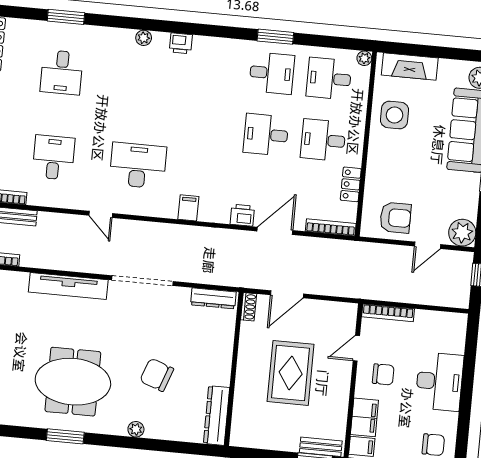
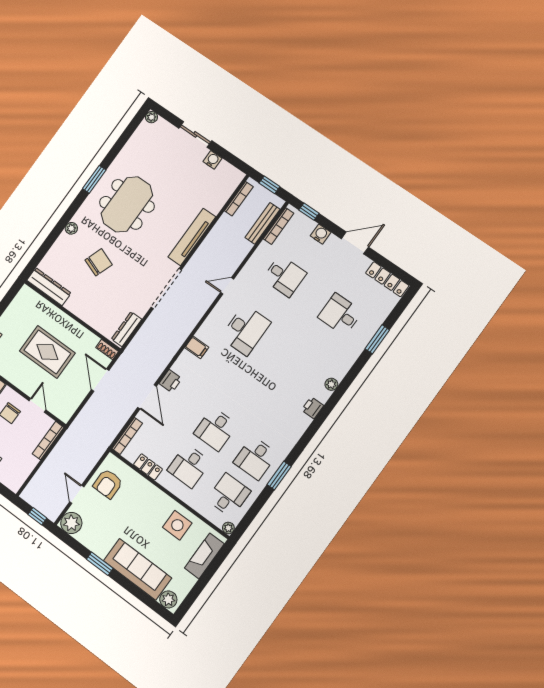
desk: (266, 135) -> (216, 429), turned 180
desk: (323, 140) -> (189, 466), turned 180

